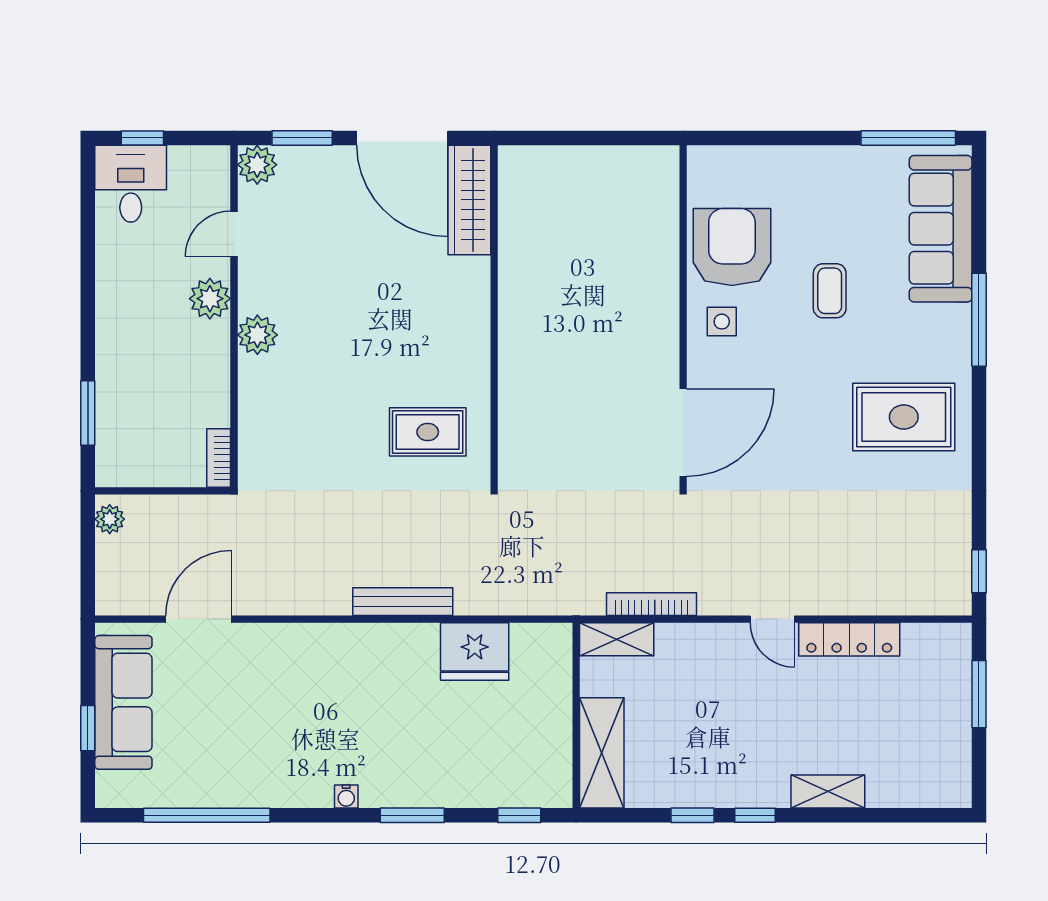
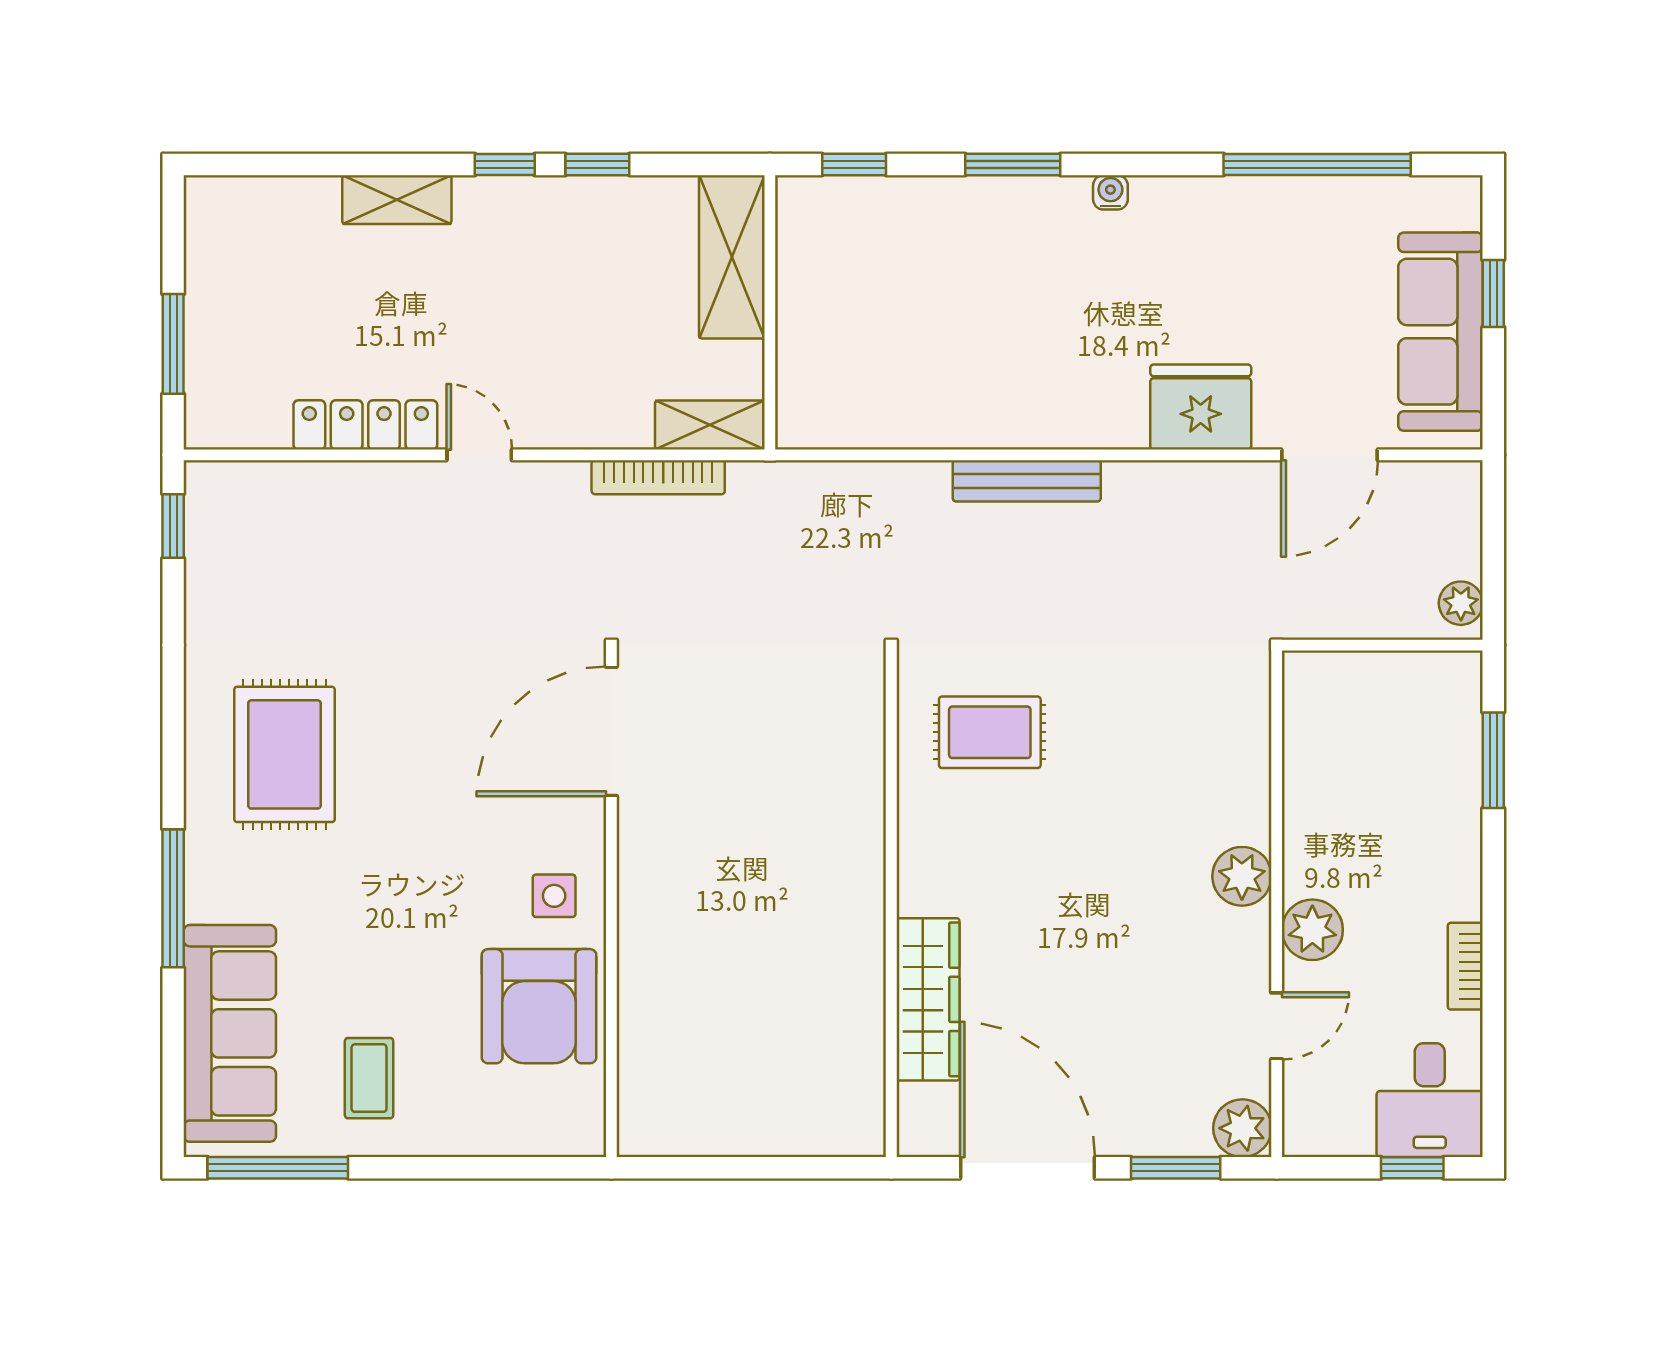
wardrobe: (469, 200) -> (928, 999), moved
coffee table: (830, 291) -> (369, 1078), moved
rug: (904, 417) -> (284, 754), turned 90
bookcase: (219, 458) -> (1465, 966), moved, turned 180
fridge: (475, 652) -> (1201, 407), moved

